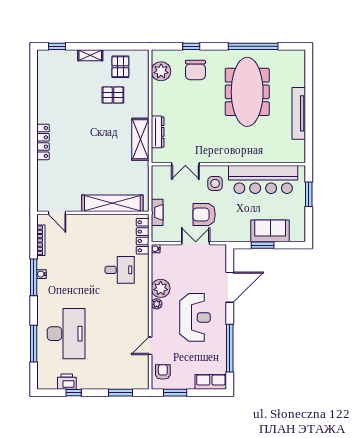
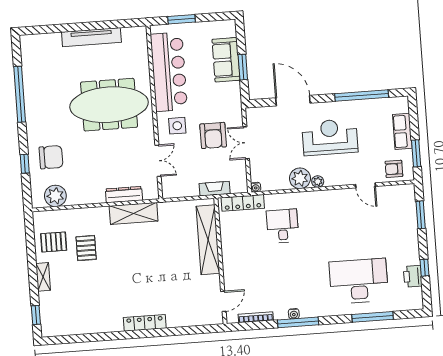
meeting table: (247, 92) -> (109, 105), moved
row of seats: (211, 382) -> (402, 131), moved

